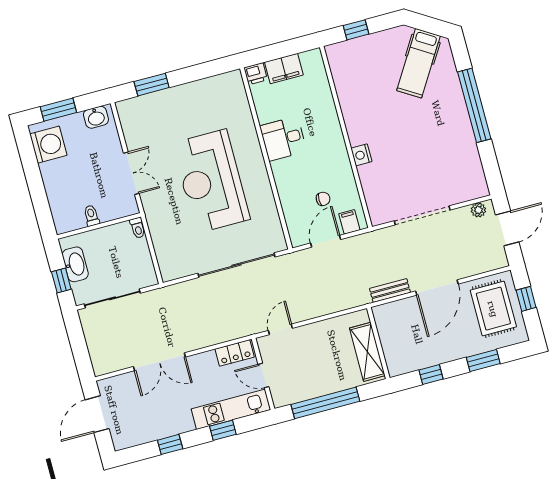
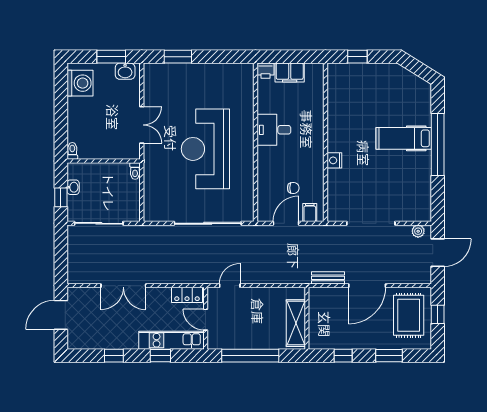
hospital bed: (419, 63) -> (404, 138), moved, turned 58
window: (58, 110) -> (111, 57), moved
toilet: (91, 216) -> (72, 151), moved
washbasin: (75, 264) -> (73, 187), width x0.52, depth x0.69

